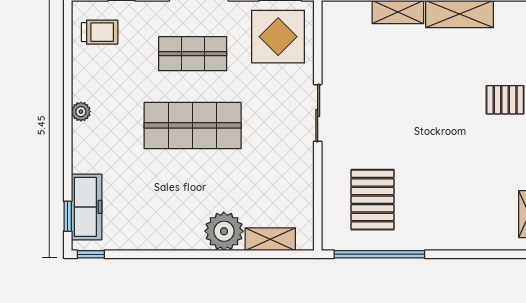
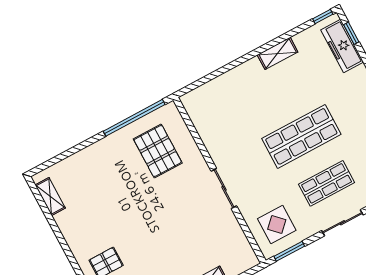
display table: (278, 37) -> (277, 224), width x0.73, depth x0.73
plant: (224, 231) -> (244, 78), removed
shelving: (270, 239) -> (278, 53), moved

